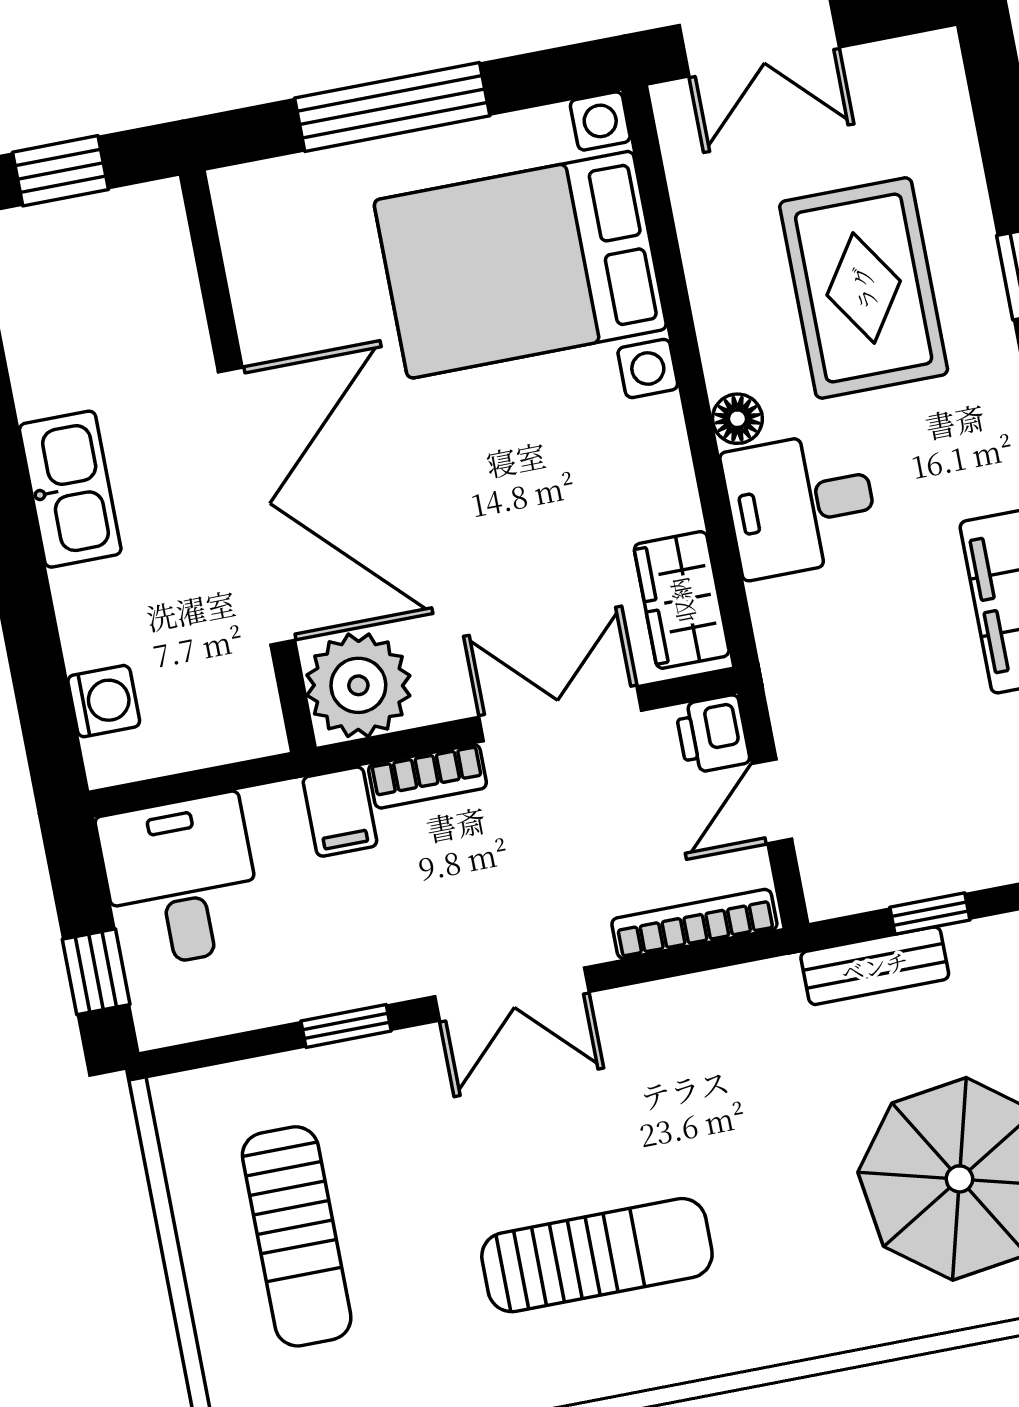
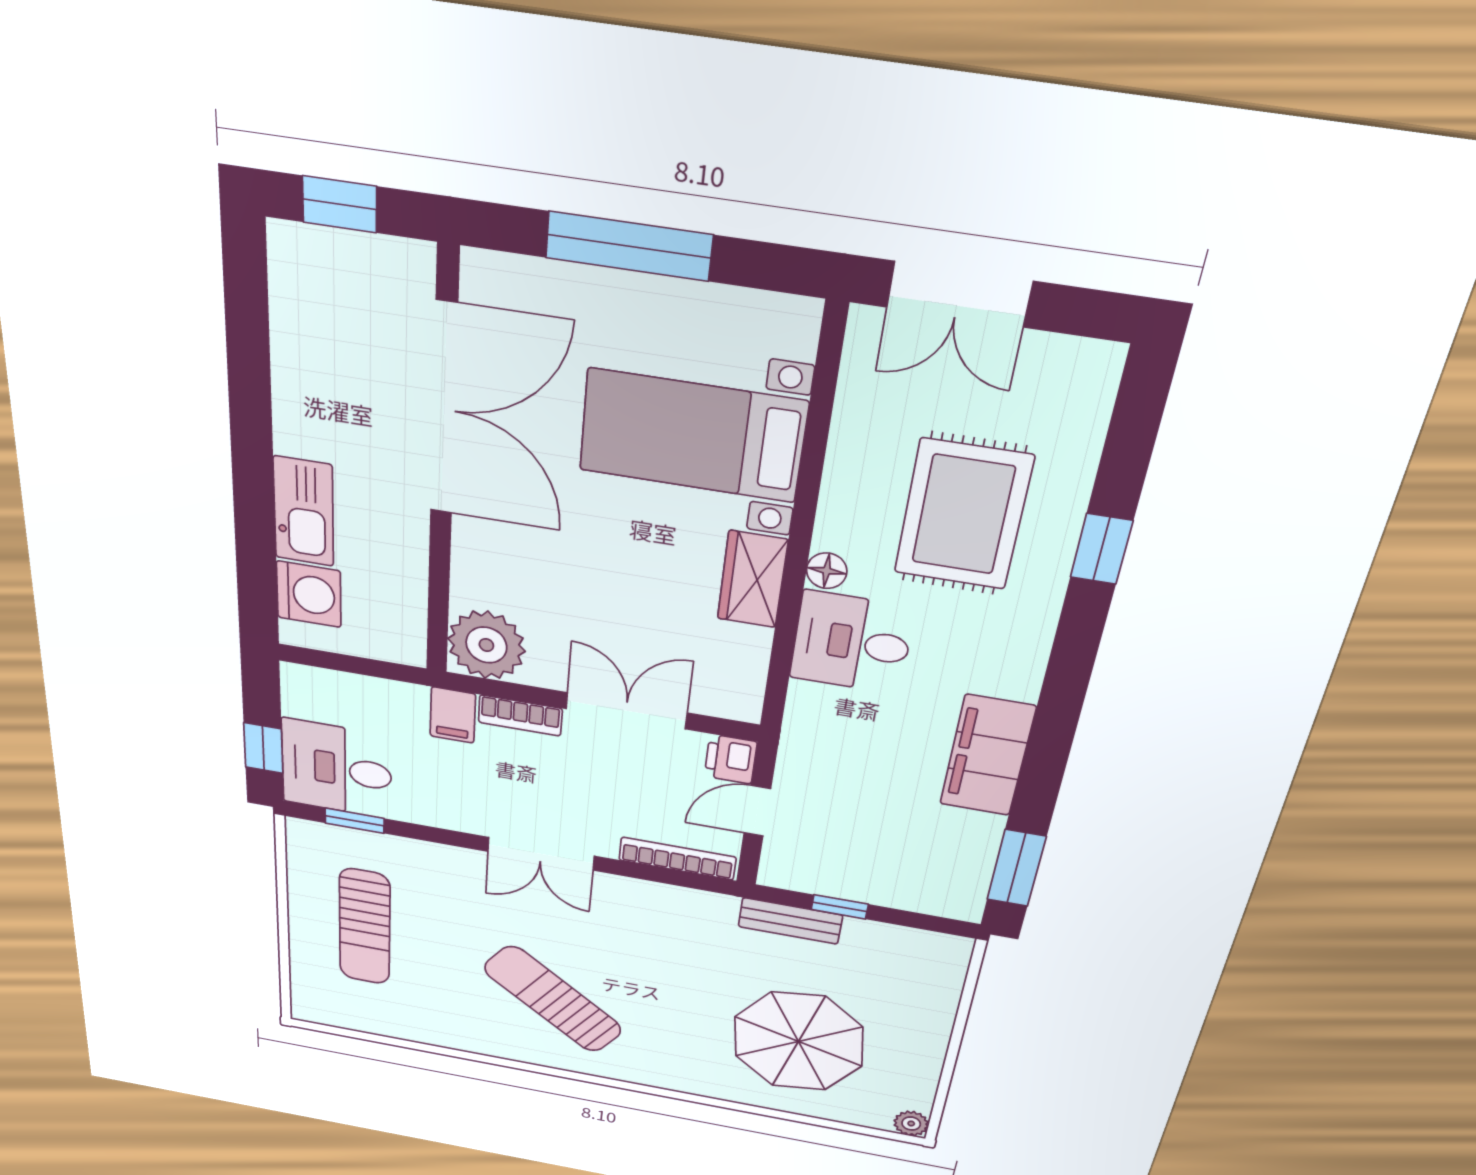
bed with nightstands: (520, 265) -> (692, 436), width x0.73
kitchen sink: (70, 489) -> (304, 511), moved
double door: (257, 506) -> (444, 410), moved
wardrobe: (682, 600) -> (752, 579), moved
washing machine: (104, 701) -> (309, 594), width x1.38, depth x1.38
desk: (181, 881) -> (337, 769), moved, turned -90
window: (346, 1026) -> (355, 821), moved
sun lounger: (597, 1255) -> (553, 999), turned -144

